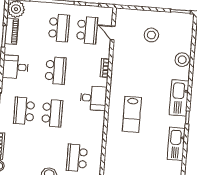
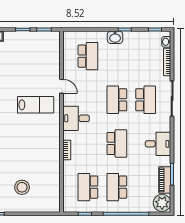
door: (113, 33) -> (62, 86), moved
school desk: (56, 71) -> (117, 143), turned 180
lab bench: (132, 114) -> (36, 105), turned 90

